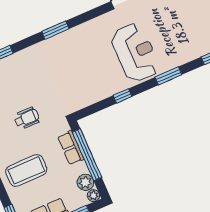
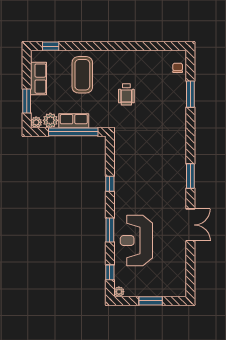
window: (55, 30) -> (190, 176), moved
reception desk: (135, 53) -> (136, 241), moved, turned 90
row of seats: (71, 148) -> (74, 121), moved

